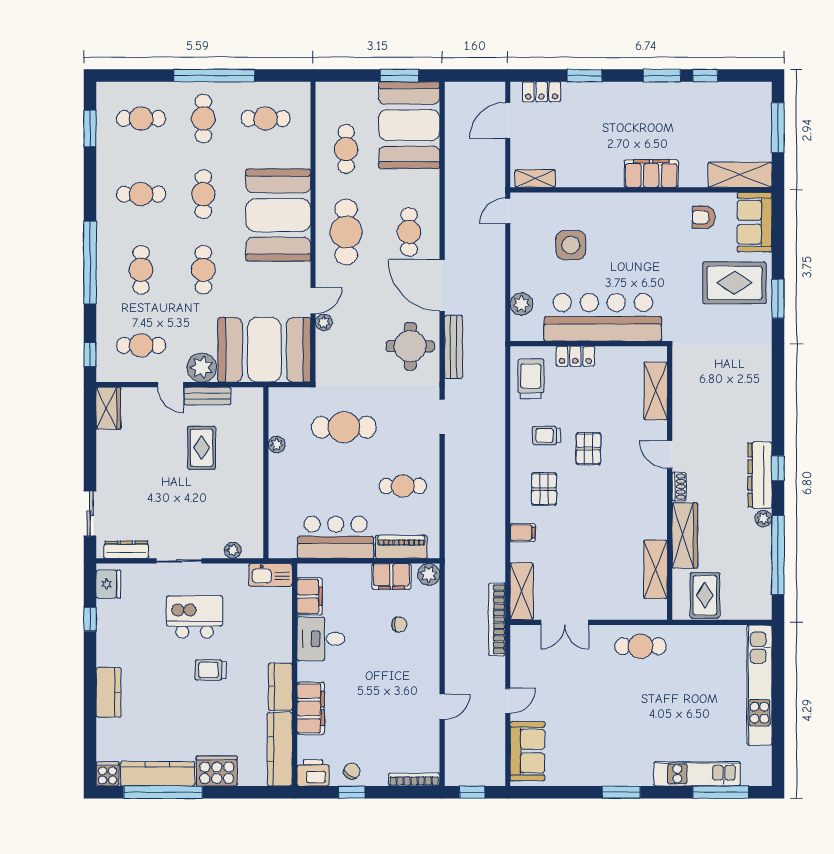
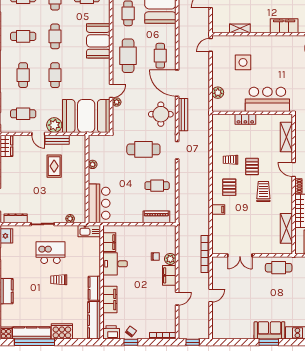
shelving: (535, 178) -> (240, 28), moved
booth: (278, 215) -> (98, 41), width x0.73, depth x0.70
bar counter: (603, 317) -> (267, 99), width x0.73
trolley: (531, 379) -> (263, 192), moved
cafe table: (344, 427) -> (143, 149), moved
bar counter: (336, 537) -> (99, 203), moved, turned 90
plant: (429, 574) -> (170, 259), moved
filing cabinet: (391, 576) -> (169, 275), moved, turned 90
shelving: (522, 591) -> (218, 240), removed
sofa: (527, 751) -> (269, 330), moved, turned -90

